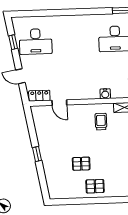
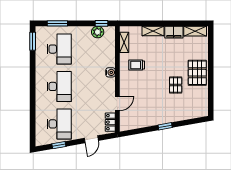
desk: (75, 40) -> (59, 86), added
water cooler: (105, 94) -> (111, 72), moved
pallet: (95, 186) -> (197, 73), width x1.50, depth x1.42

